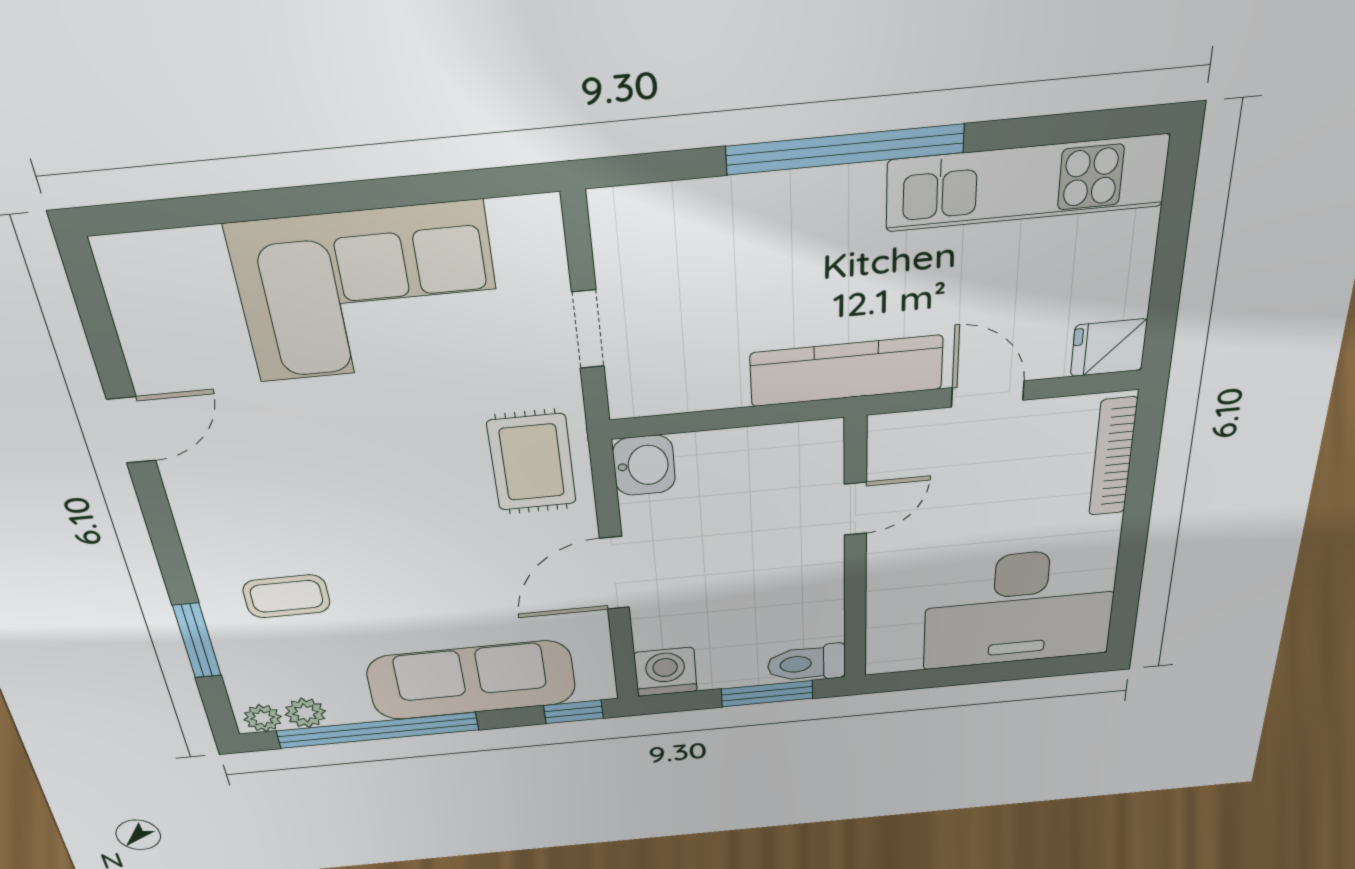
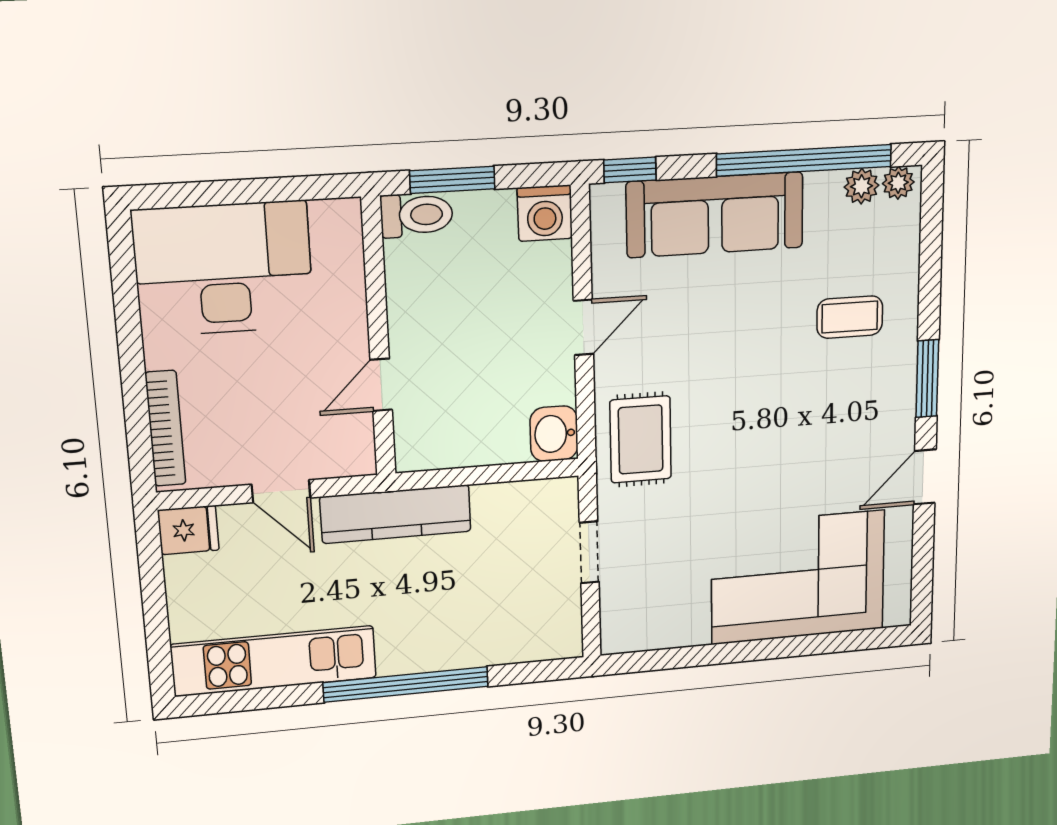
corner sofa: (368, 293) -> (798, 577), moved
door: (615, 573) -> (583, 327), width x0.73
window: (197, 641) -> (927, 379), moved

